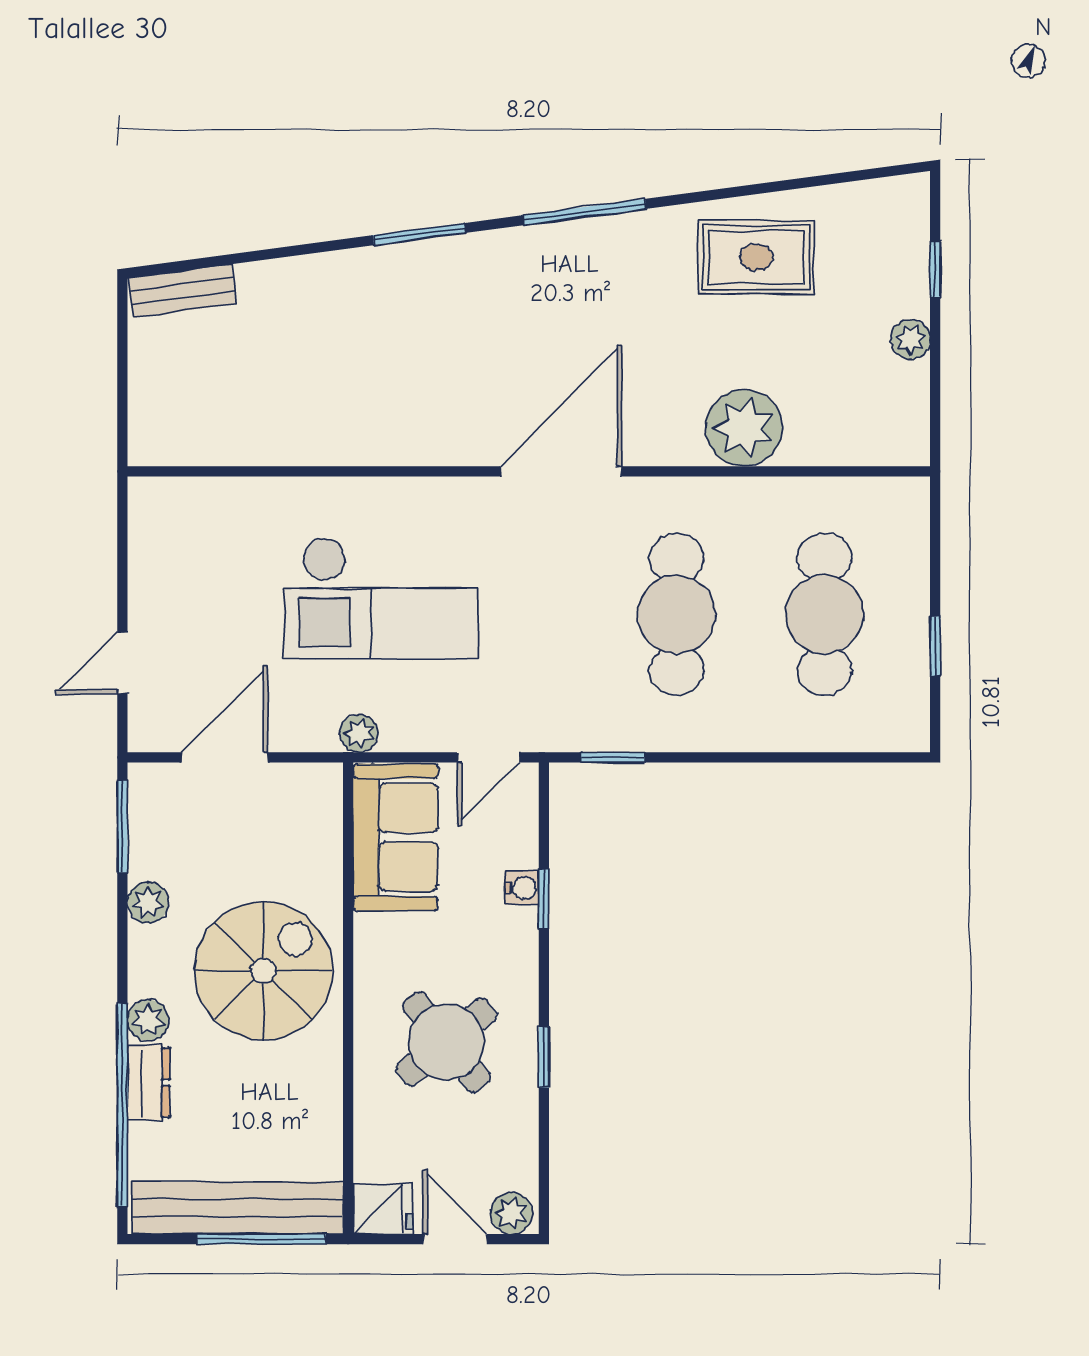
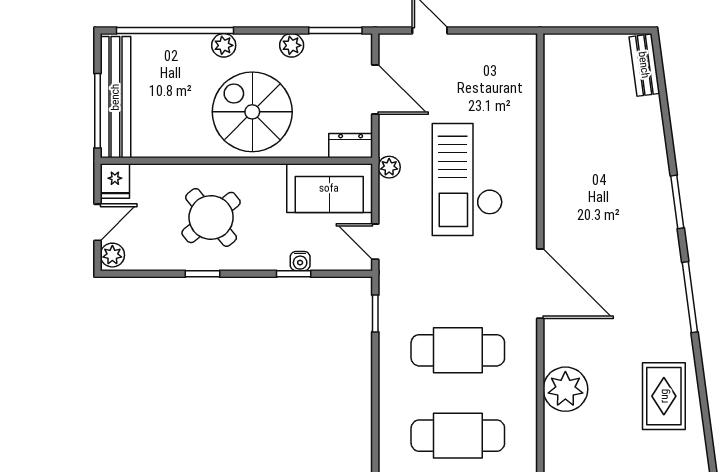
spiral stairs: (263, 971) -> (252, 112), turned 180
dresser: (149, 1083) -> (351, 146), moved, turned 180

